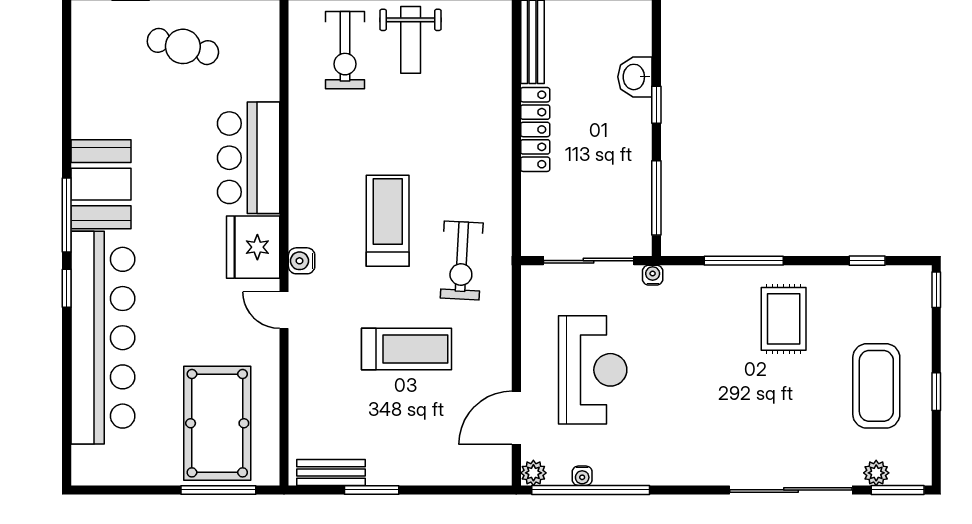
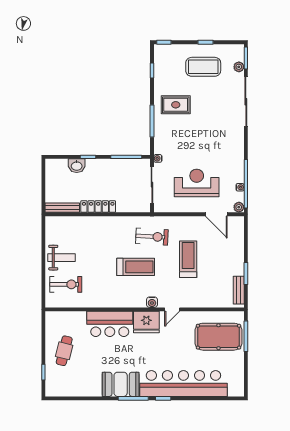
treadmill: (388, 221) -> (136, 267), turned 180

